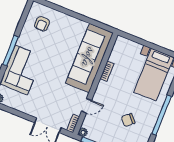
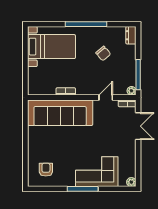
armchair: (42, 24) -> (46, 170), turned -90
door: (86, 106) -> (106, 98), hinge flipped

